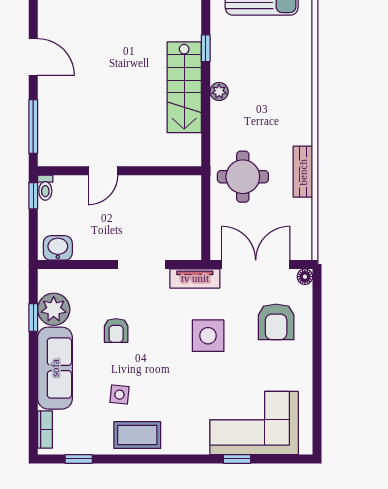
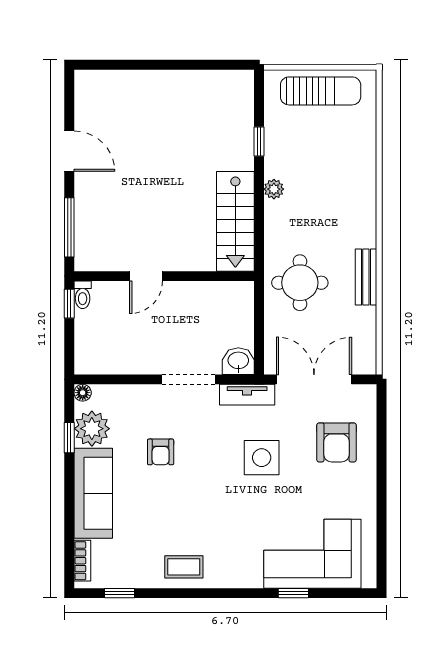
stairs: (184, 87) -> (235, 221), moved
washbasin: (58, 248) -> (238, 361), moved
floor lamp: (305, 277) -> (83, 393), moved
side table: (119, 395) -> (164, 522), removed
coffee table: (137, 435) -> (184, 567), width x0.73, depth x0.77

